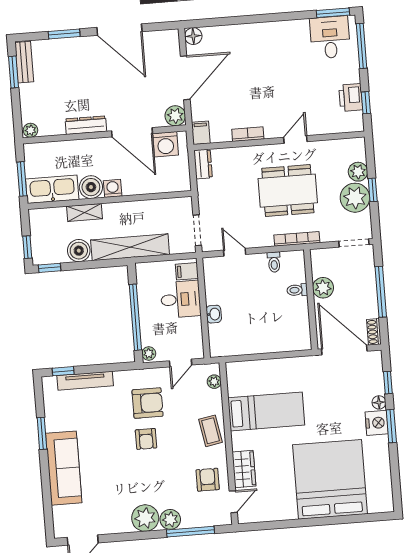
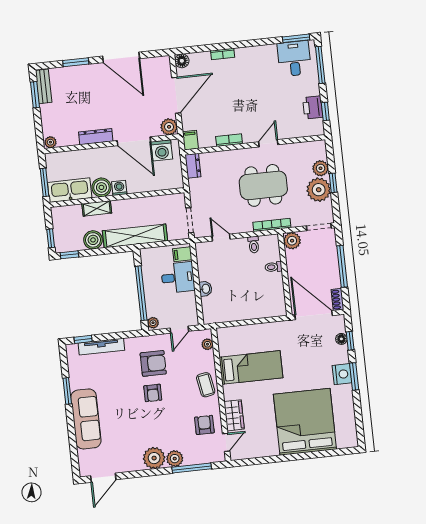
bookcase: (243, 29) -> (223, 54), added
plant: (323, 288) -> (292, 241), moved
floor lamp: (379, 402) -> (341, 339), moved

